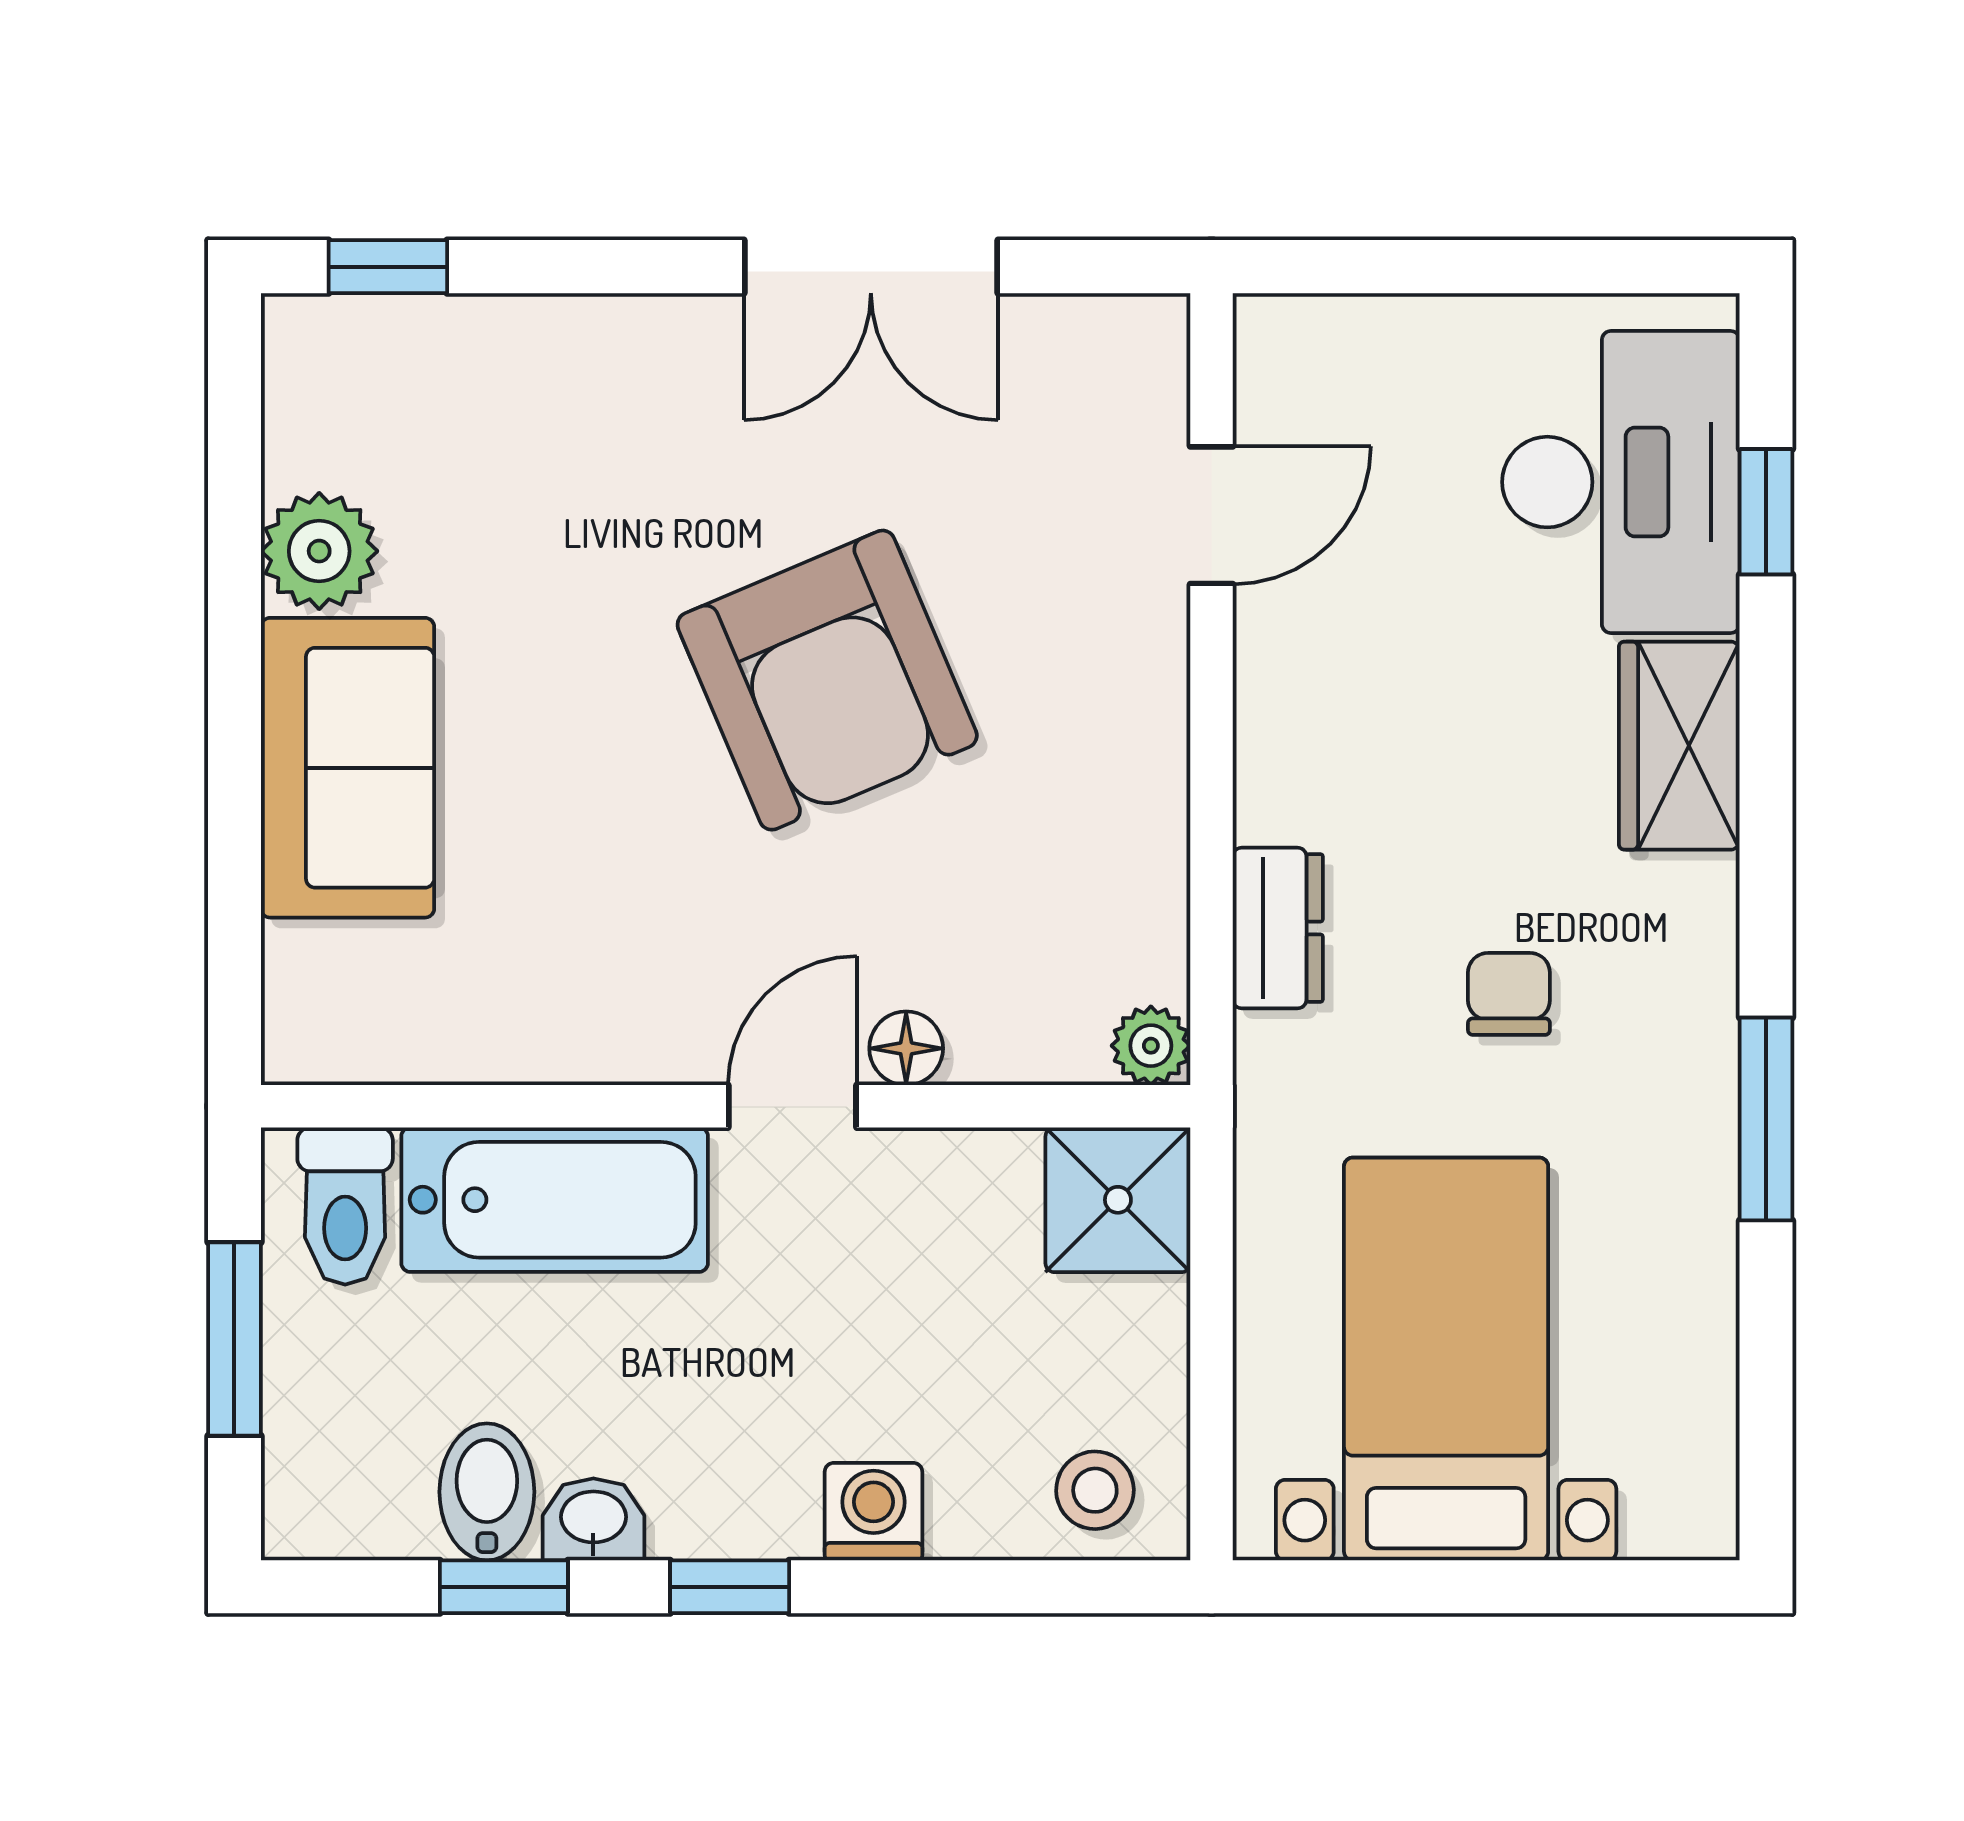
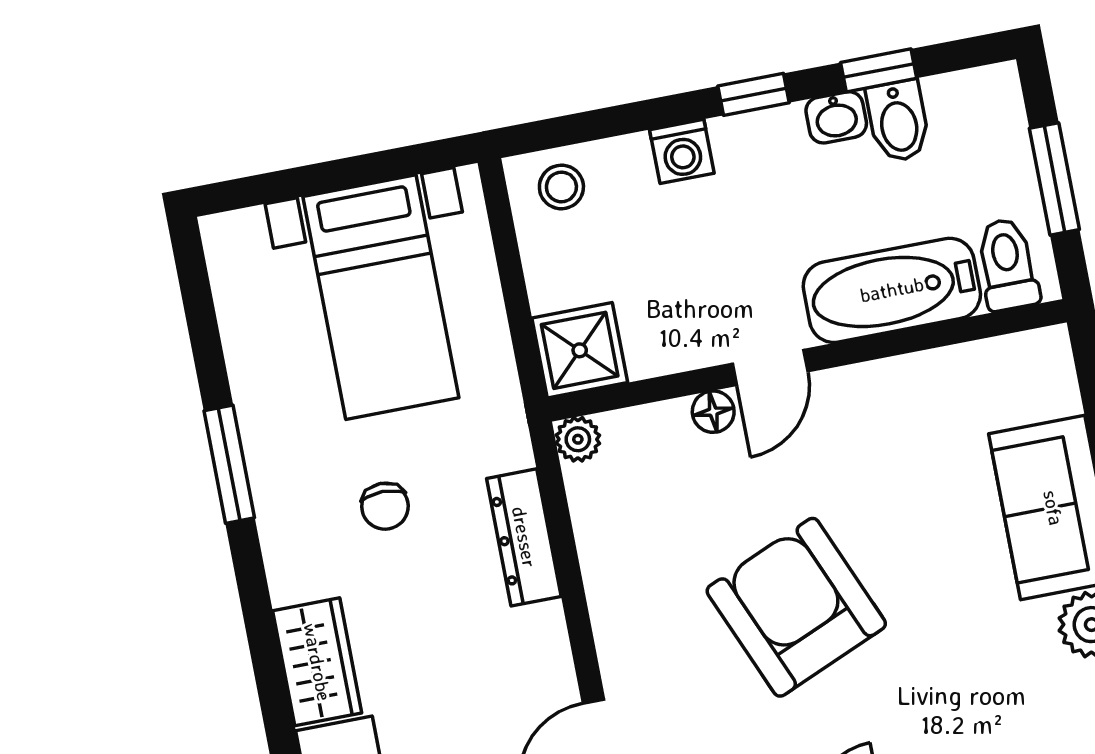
dresser: (1278, 928) -> (524, 537), width x1.44

